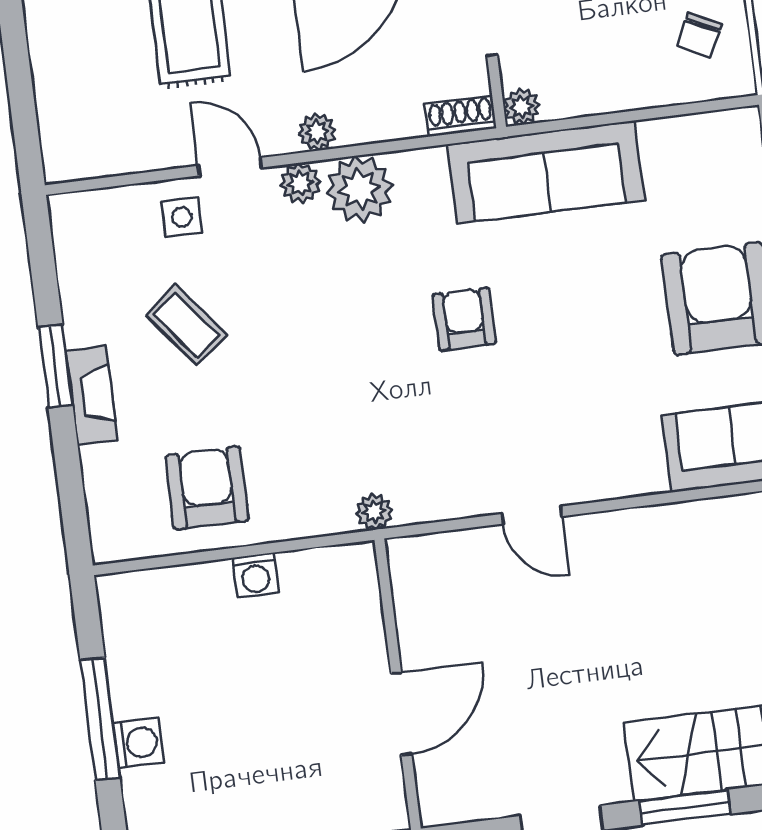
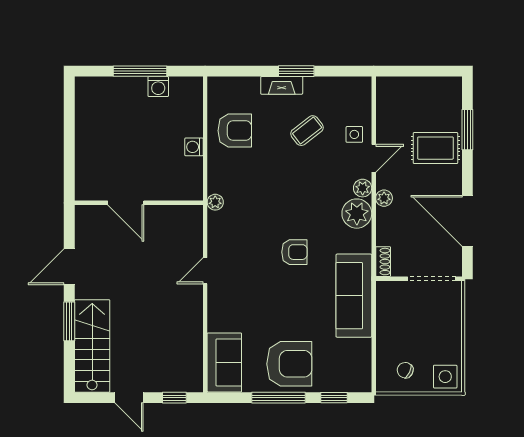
plant: (522, 107) -> (384, 289), removed
washing machine: (138, 743) -> (158, 87), moved

